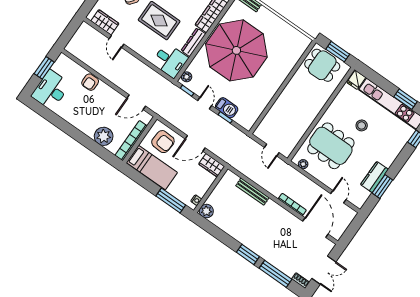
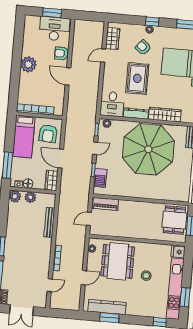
desk: (51, 90) -> (54, 29), moved
door: (136, 102) -> (68, 76), moved
barbecue: (227, 108) -> (100, 178), moved
piano: (266, 125) -> (106, 204), added
plant: (104, 136) -> (28, 64), moved
kitchen counter: (374, 177) -> (107, 307), width x1.50
floor lamp: (201, 191) -> (28, 184), added
plant: (216, 196) -> (30, 197), added
door: (338, 197) -> (84, 278), moved
door: (315, 228) -> (50, 285), width x0.53

